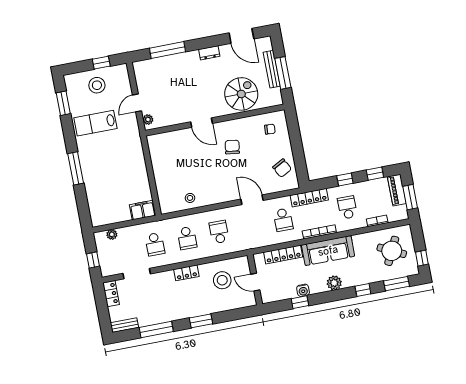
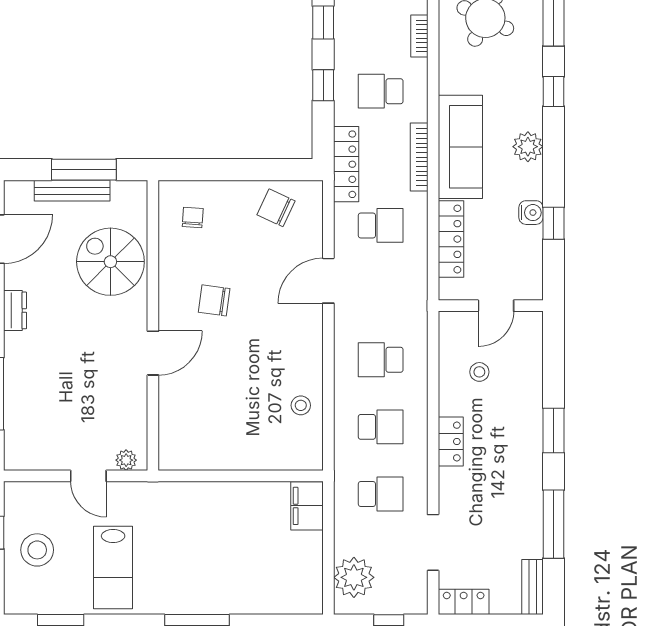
chair: (282, 168) -> (276, 208), turned -127
plant: (112, 234) -> (354, 577), width x1.88, depth x1.88
stool: (222, 280) -> (479, 372), width x0.53, depth x0.53

